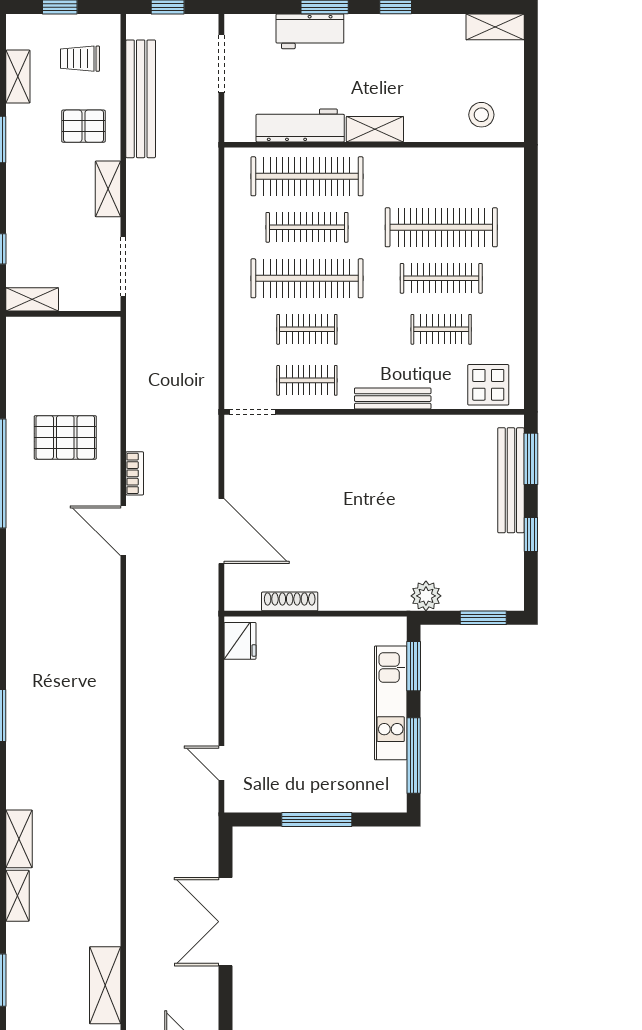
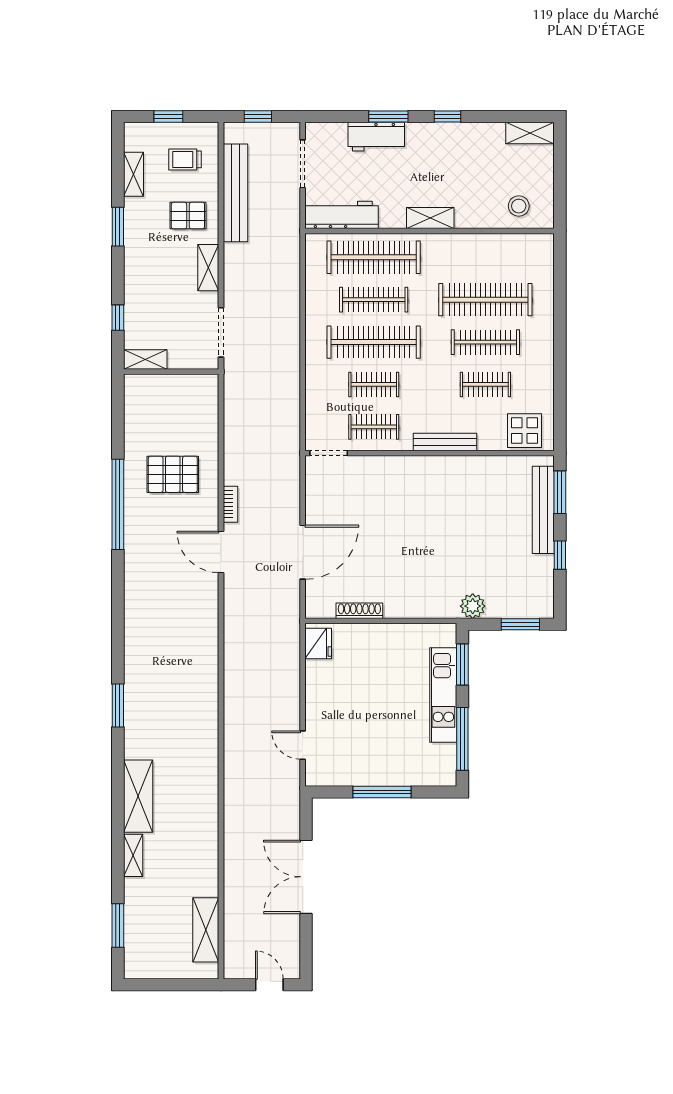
workbench: (300, 125) -> (341, 215), moved
door: (221, 531) -> (303, 552), hinge flipped
shelving: (19, 839) -> (138, 796), width x1.50, depth x1.33

